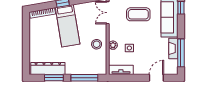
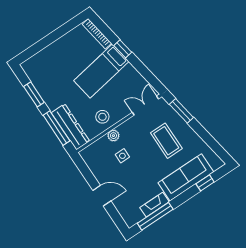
dresser: (48, 68) -> (70, 127), moved
tv unit: (121, 70) -> (92, 163), removed
door: (156, 78) -> (102, 196), moved

